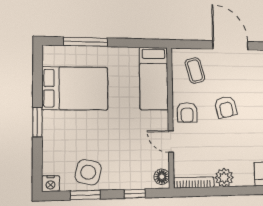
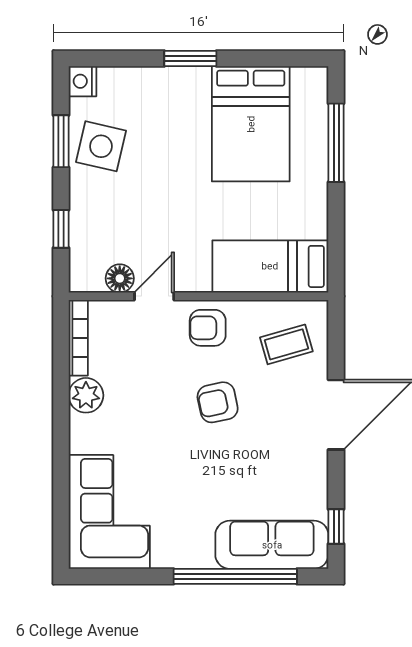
floor lamp: (162, 177) -> (120, 278), moved

